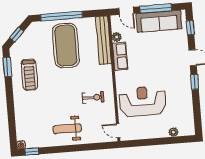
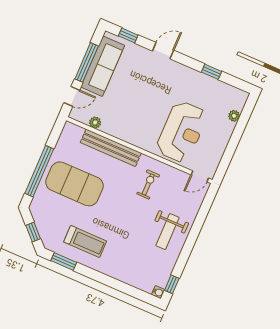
bench: (103, 40) -> (111, 148), moved
row of seats: (120, 56) -> (118, 130), removed
window: (195, 82) -> (211, 72), moved
reception desk: (143, 101) -> (182, 132), turned 180

